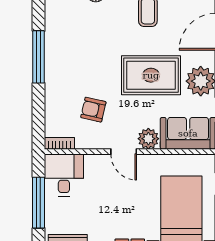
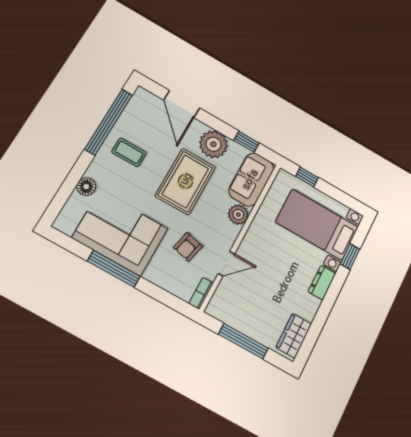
corner sofa: (72, 45) -> (120, 233), added
door: (124, 152) -> (226, 264), moved
desk: (64, 175) -> (231, 305), removed

